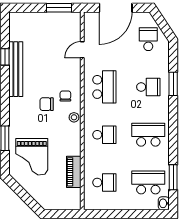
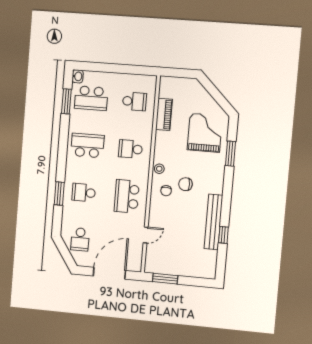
chair: (47, 104) -> (185, 184), turned 180
school desk: (148, 135) -> (87, 145), turned 180
school desk: (104, 182) -> (134, 101), turned 180

